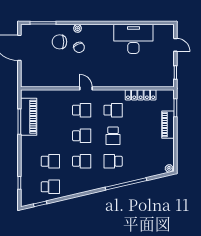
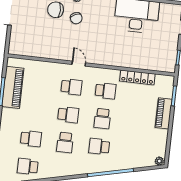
school desk: (82, 161) -> (65, 143), turned 90
school desk: (50, 187) -> (28, 166), turned 180

